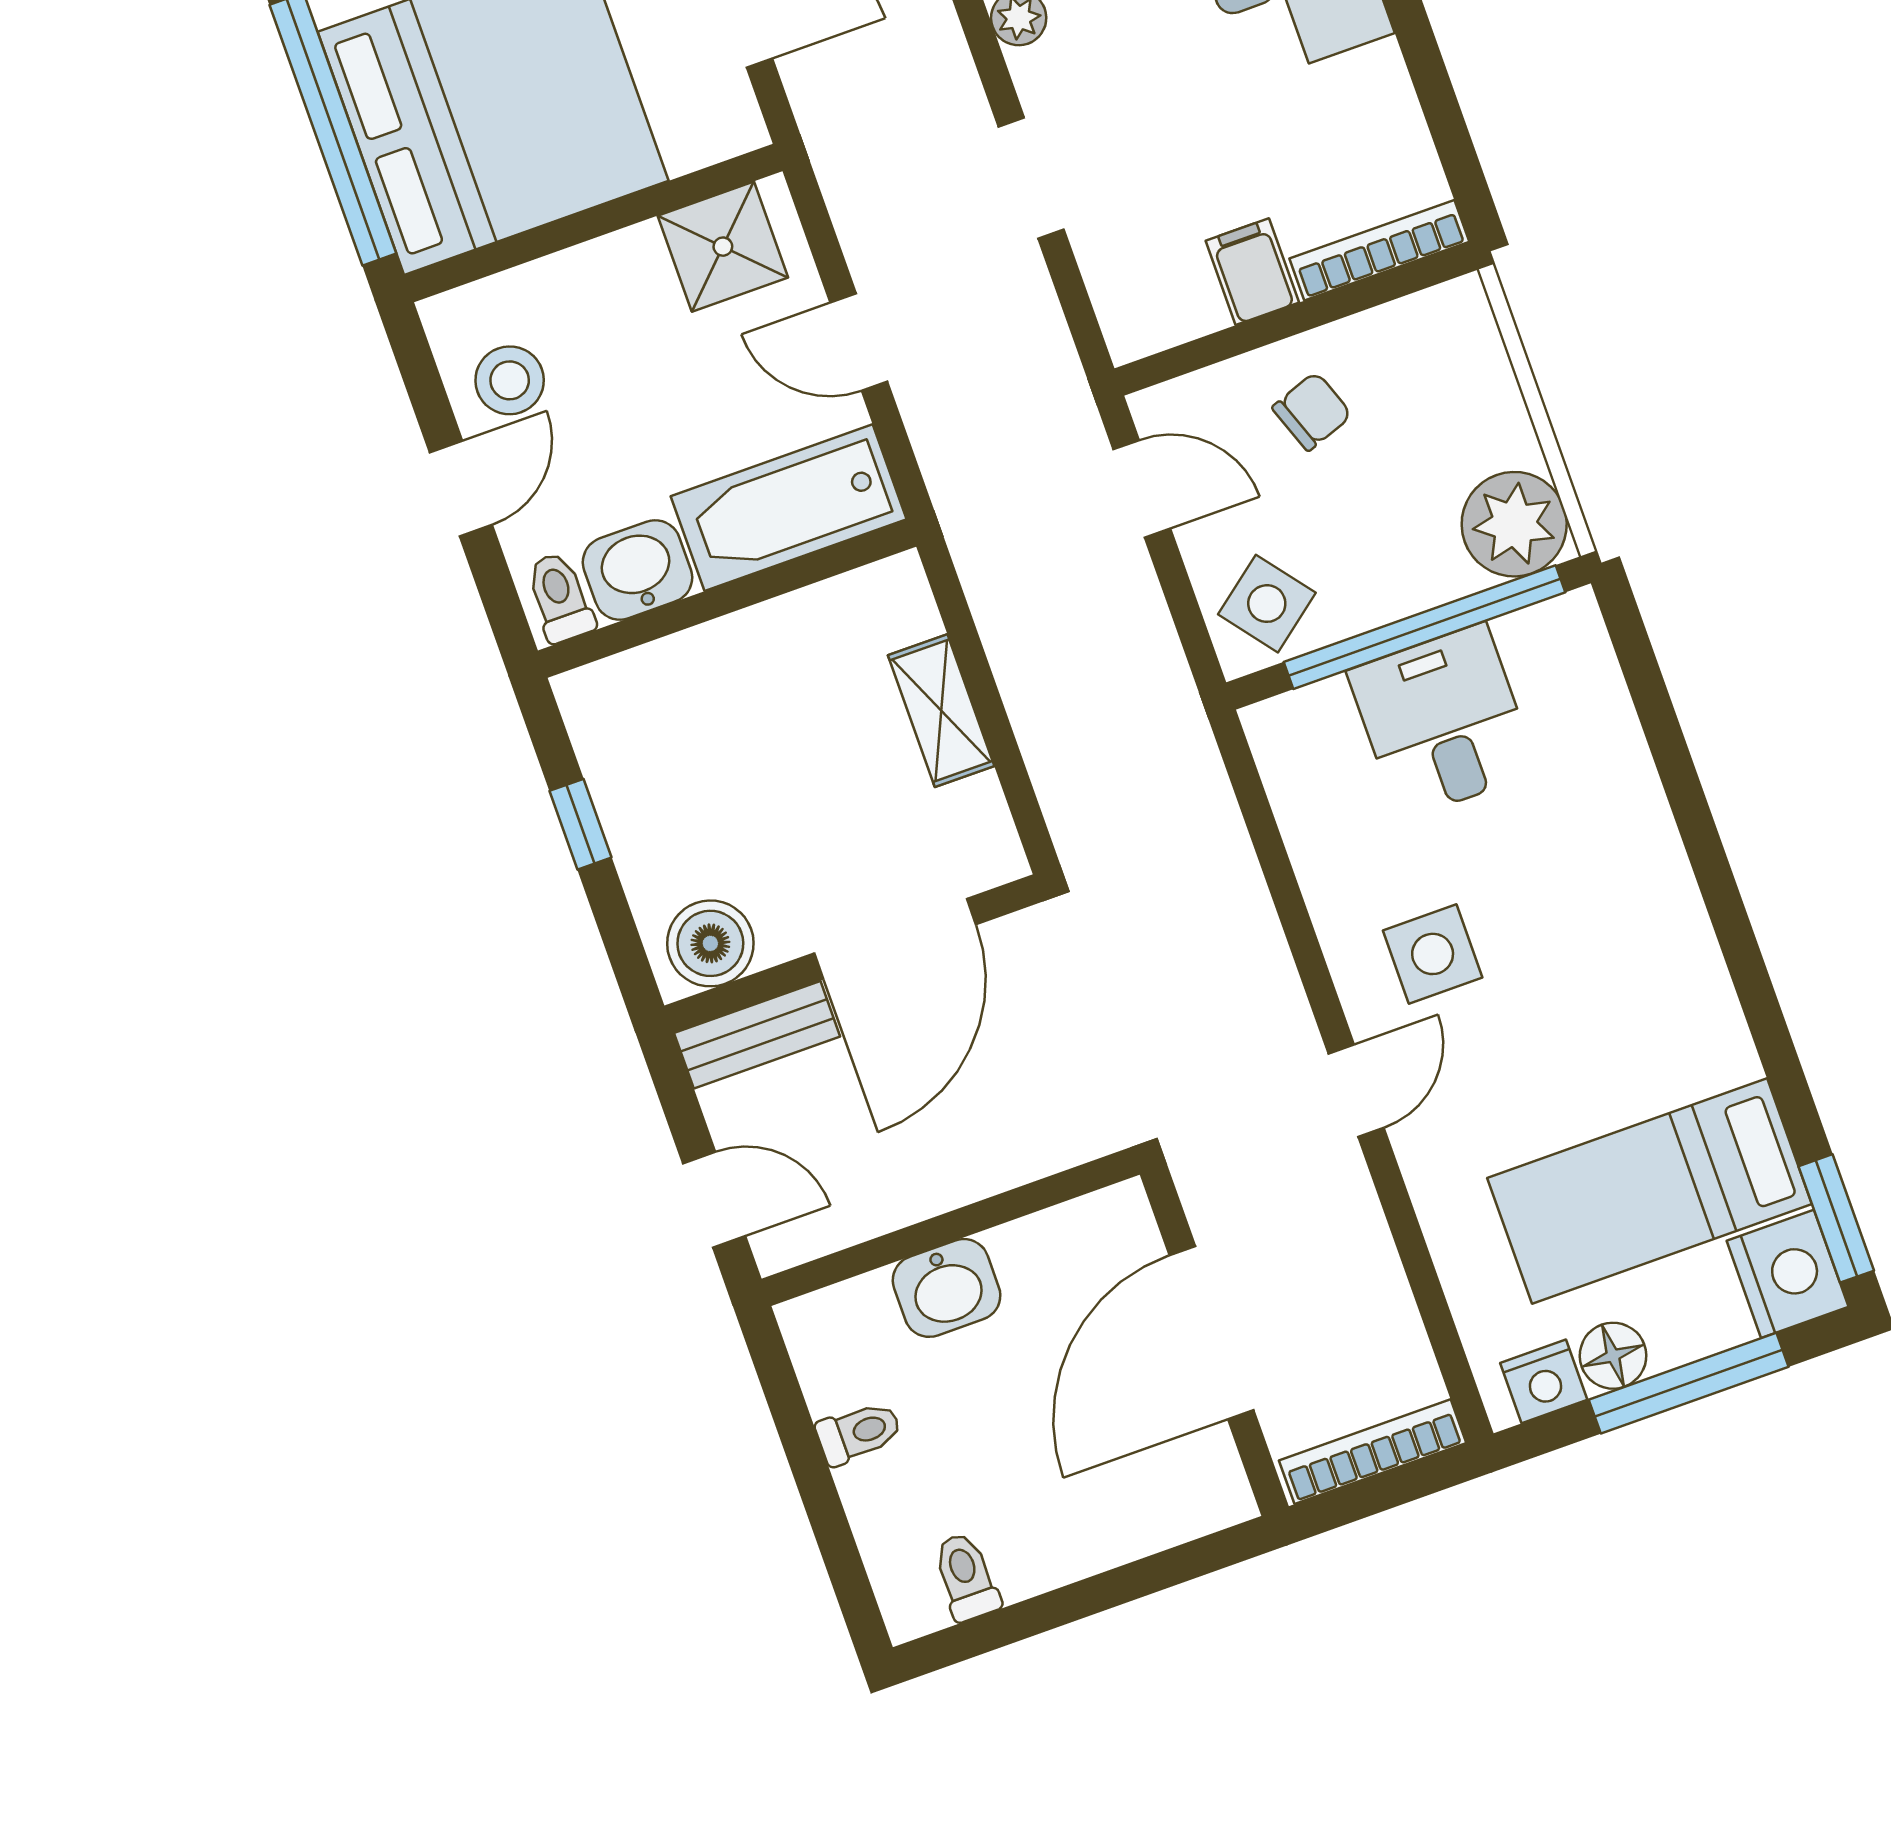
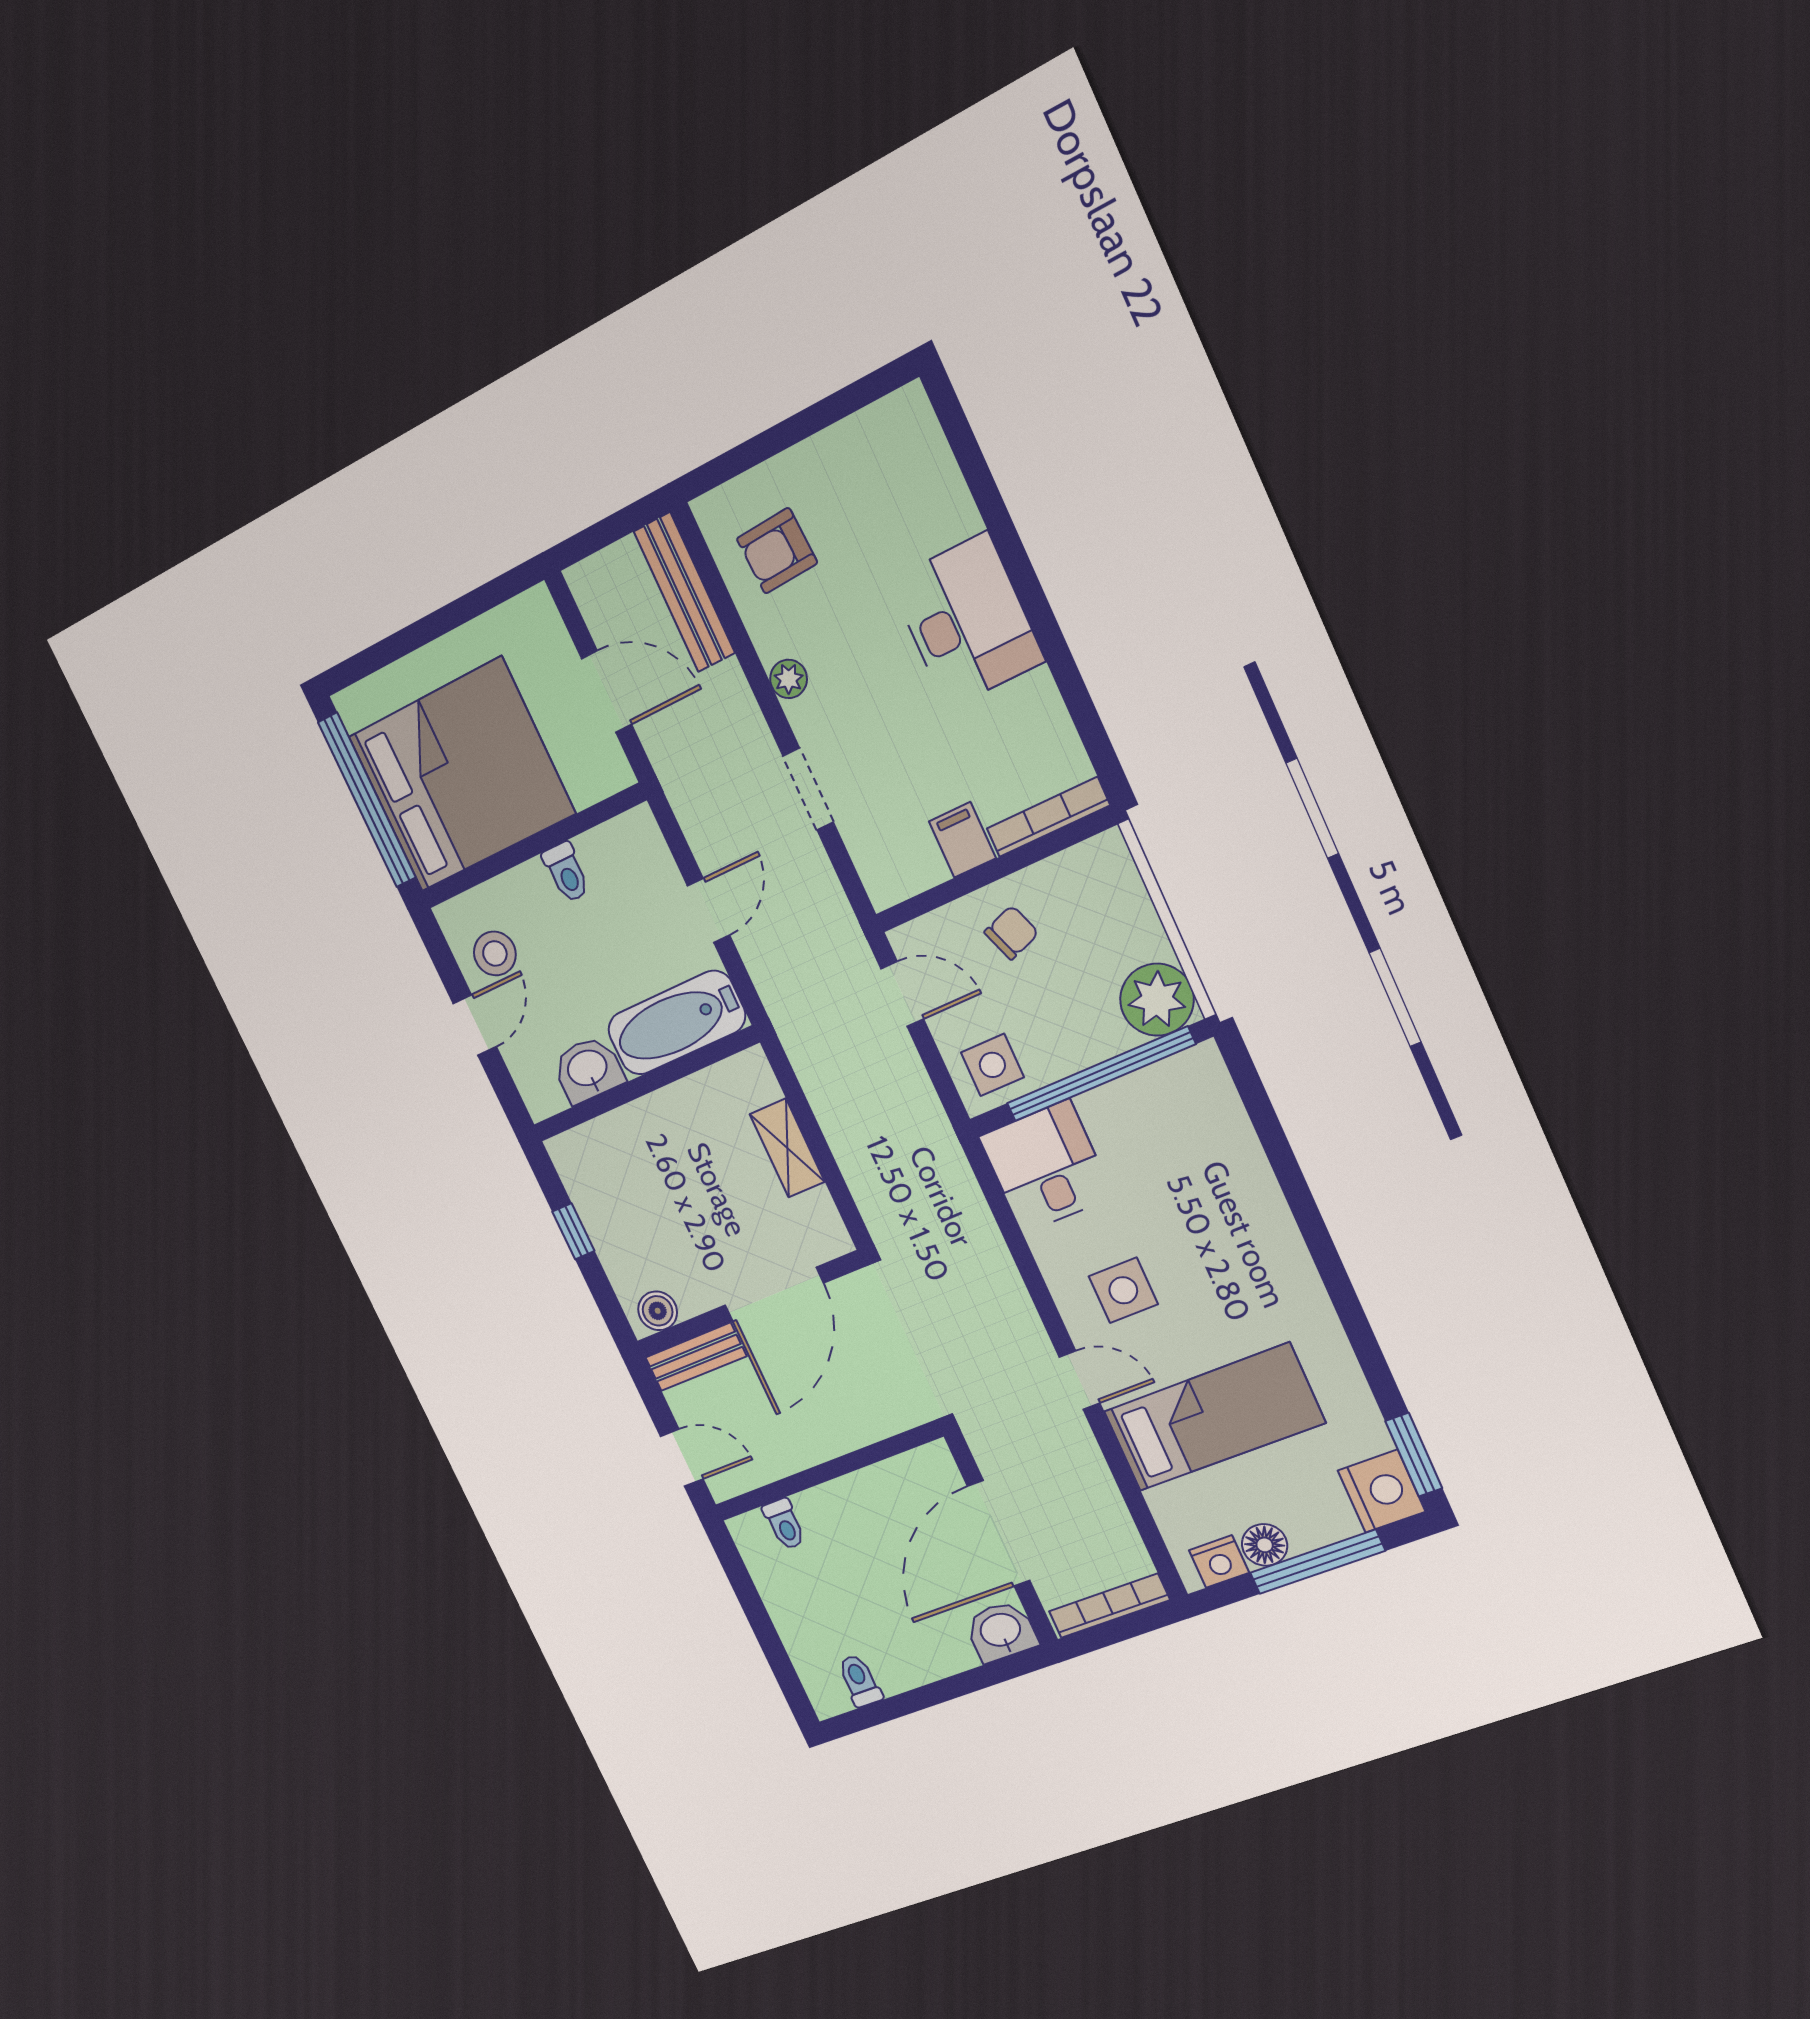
shower: (723, 247) -> (615, 854), removed
door: (859, 342) -> (708, 910), swing flipped
toilet: (560, 597) -> (566, 872), moved, turned 180
side table: (1267, 604) -> (992, 1065), turned 38
desk: (1443, 722) -> (1046, 1167), moved
boiler: (710, 943) -> (658, 1311), width x0.73, depth x0.73
door: (1356, 1091) -> (1079, 1380), hinge flipped
bed: (1650, 1191) -> (1214, 1417), moved, turned 180
washbasin: (947, 1288) -> (1001, 1631), moved, turned 180
toilet: (859, 1433) -> (784, 1524), moved, turned 90

